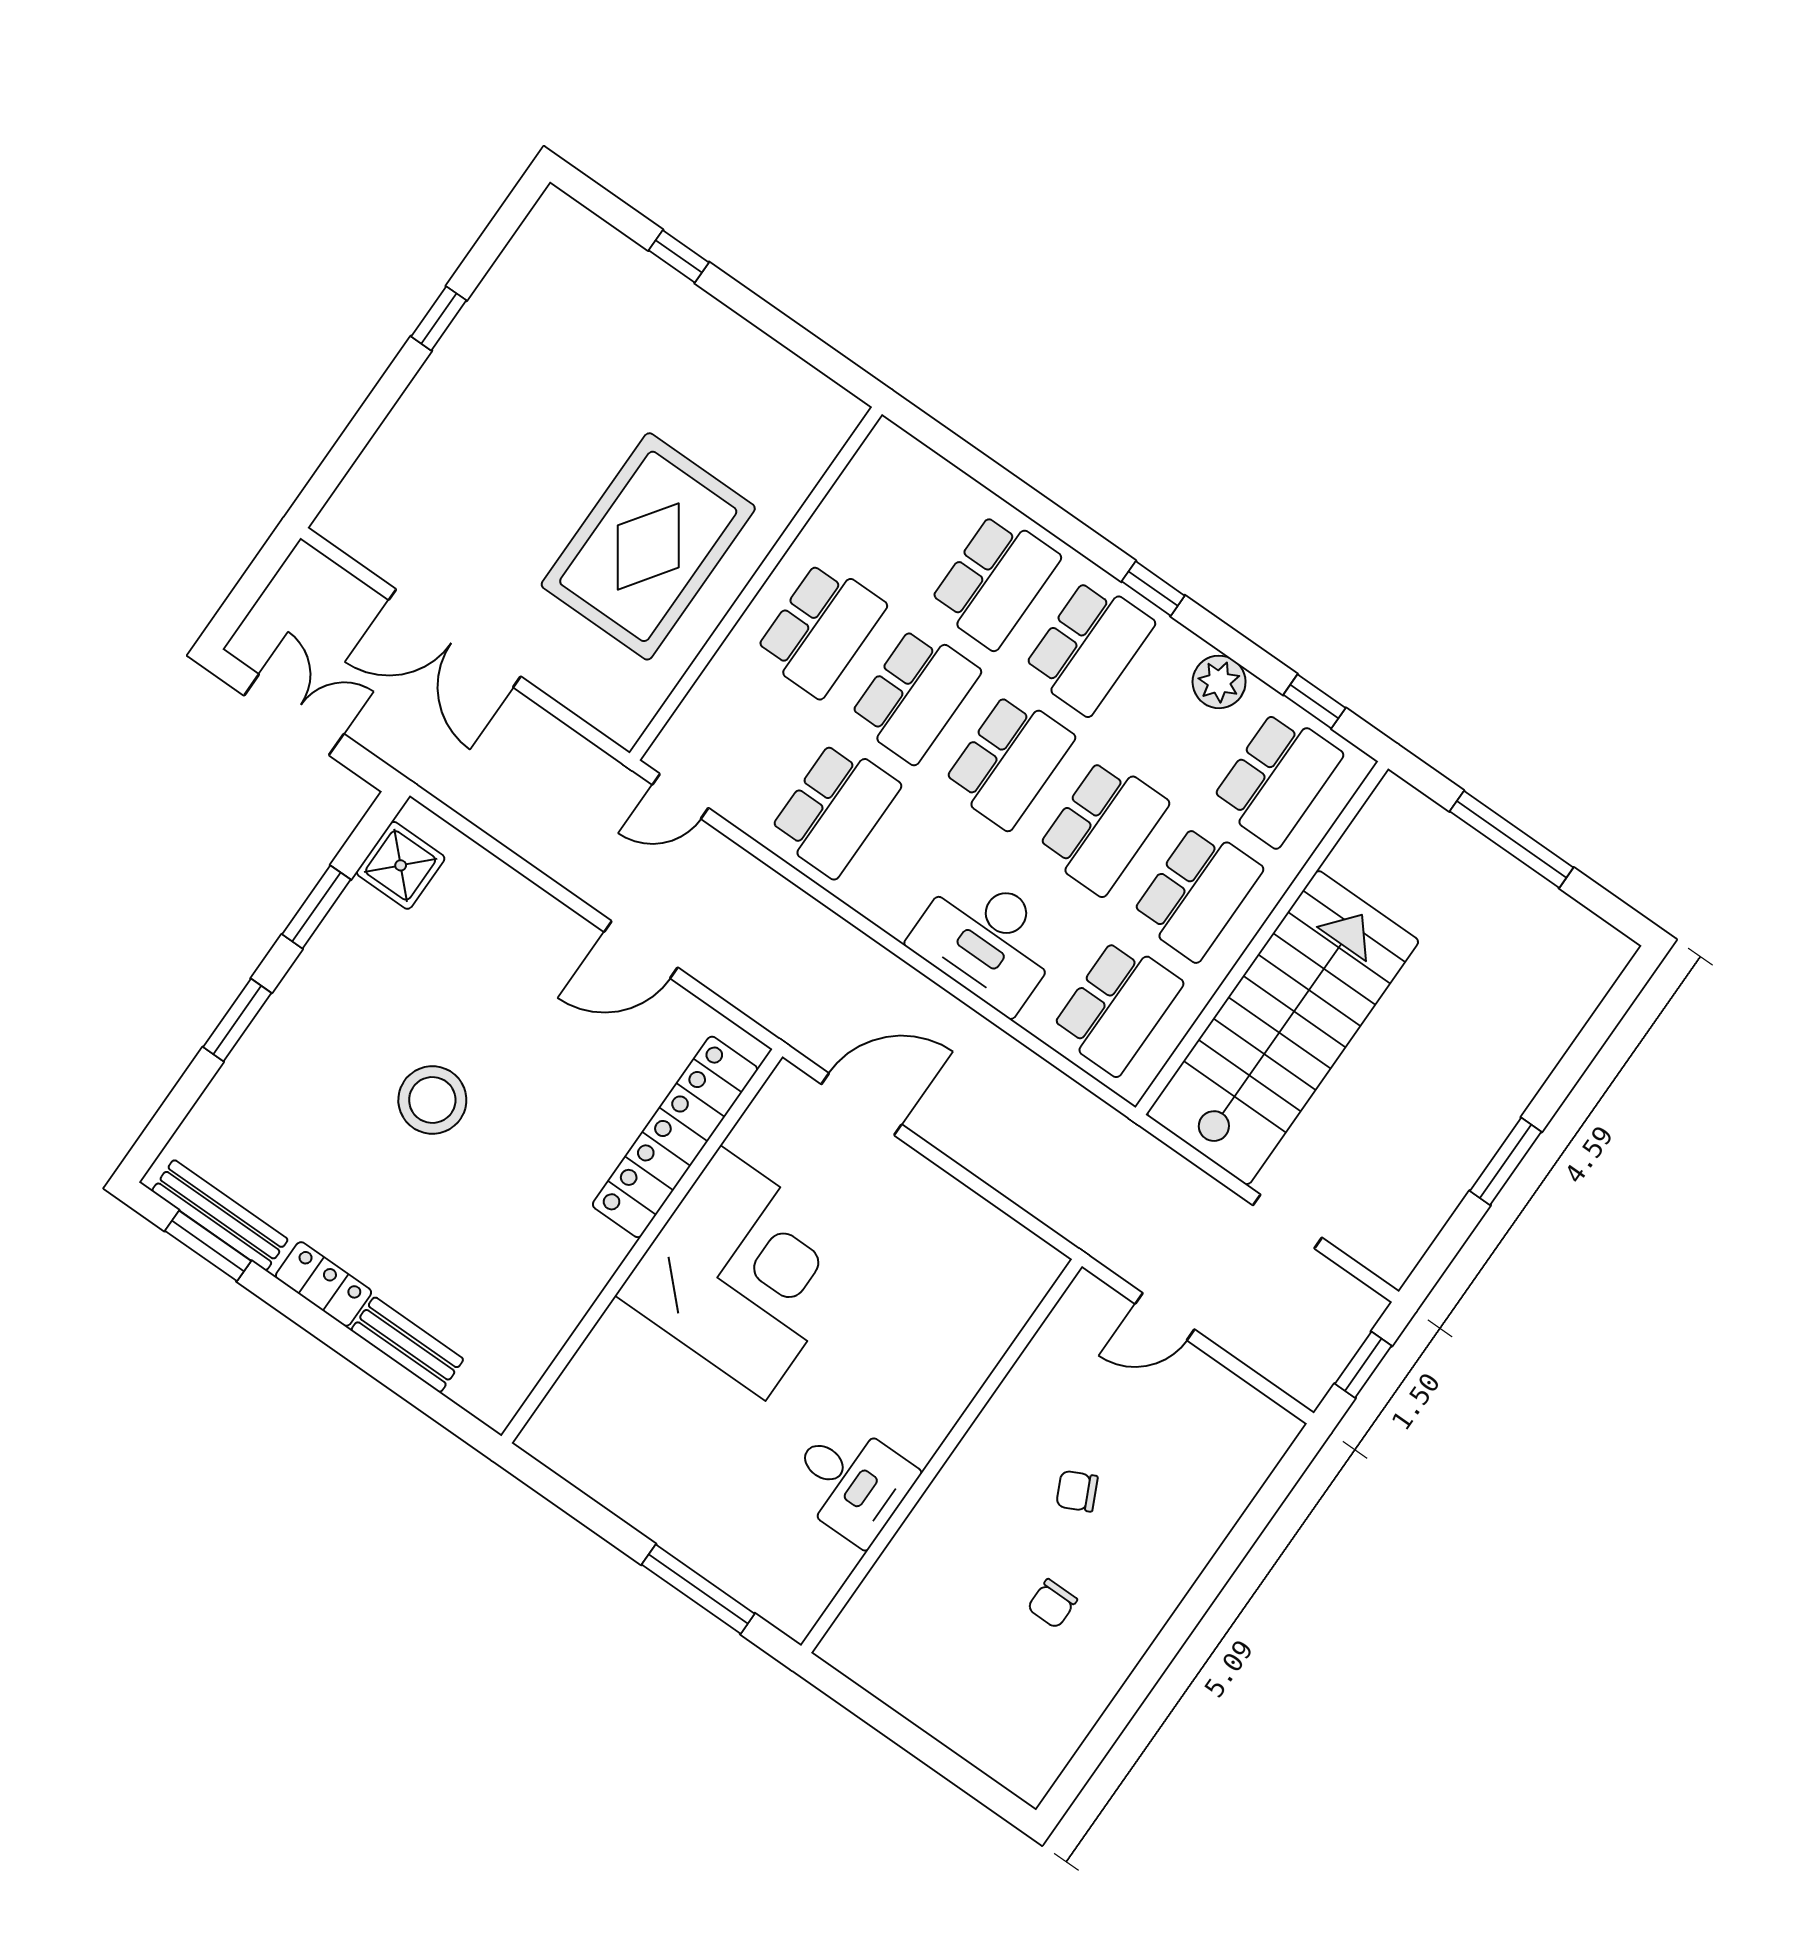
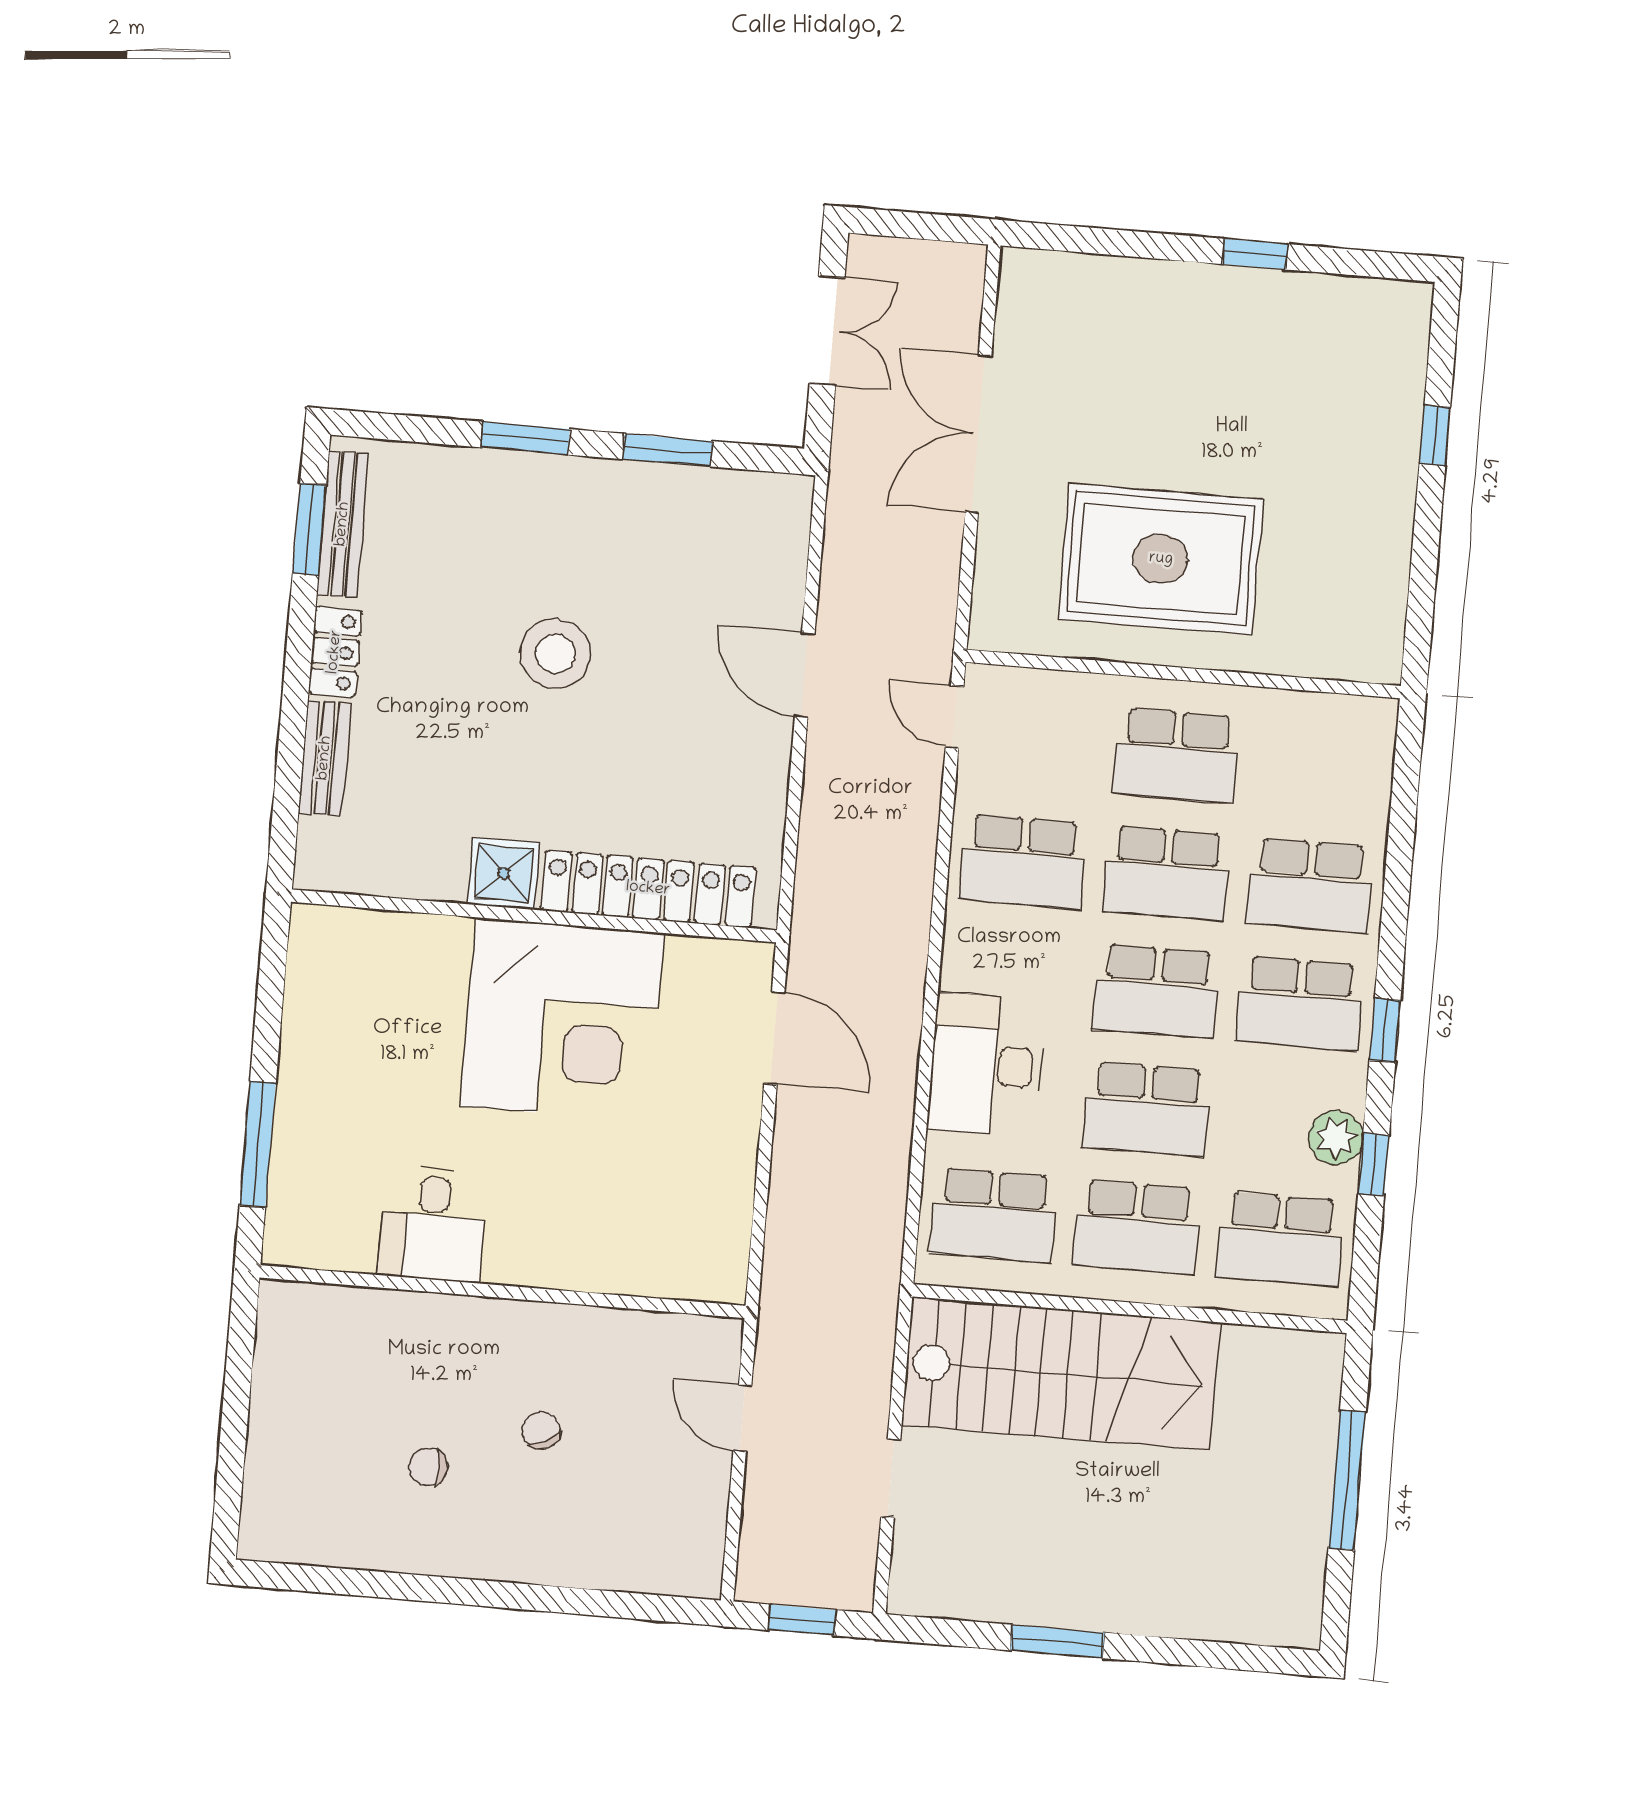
window: (1314, 701) -> (1374, 1164), moved
shower: (401, 865) -> (504, 873), moved
door: (641, 950) -> (805, 675), moved

